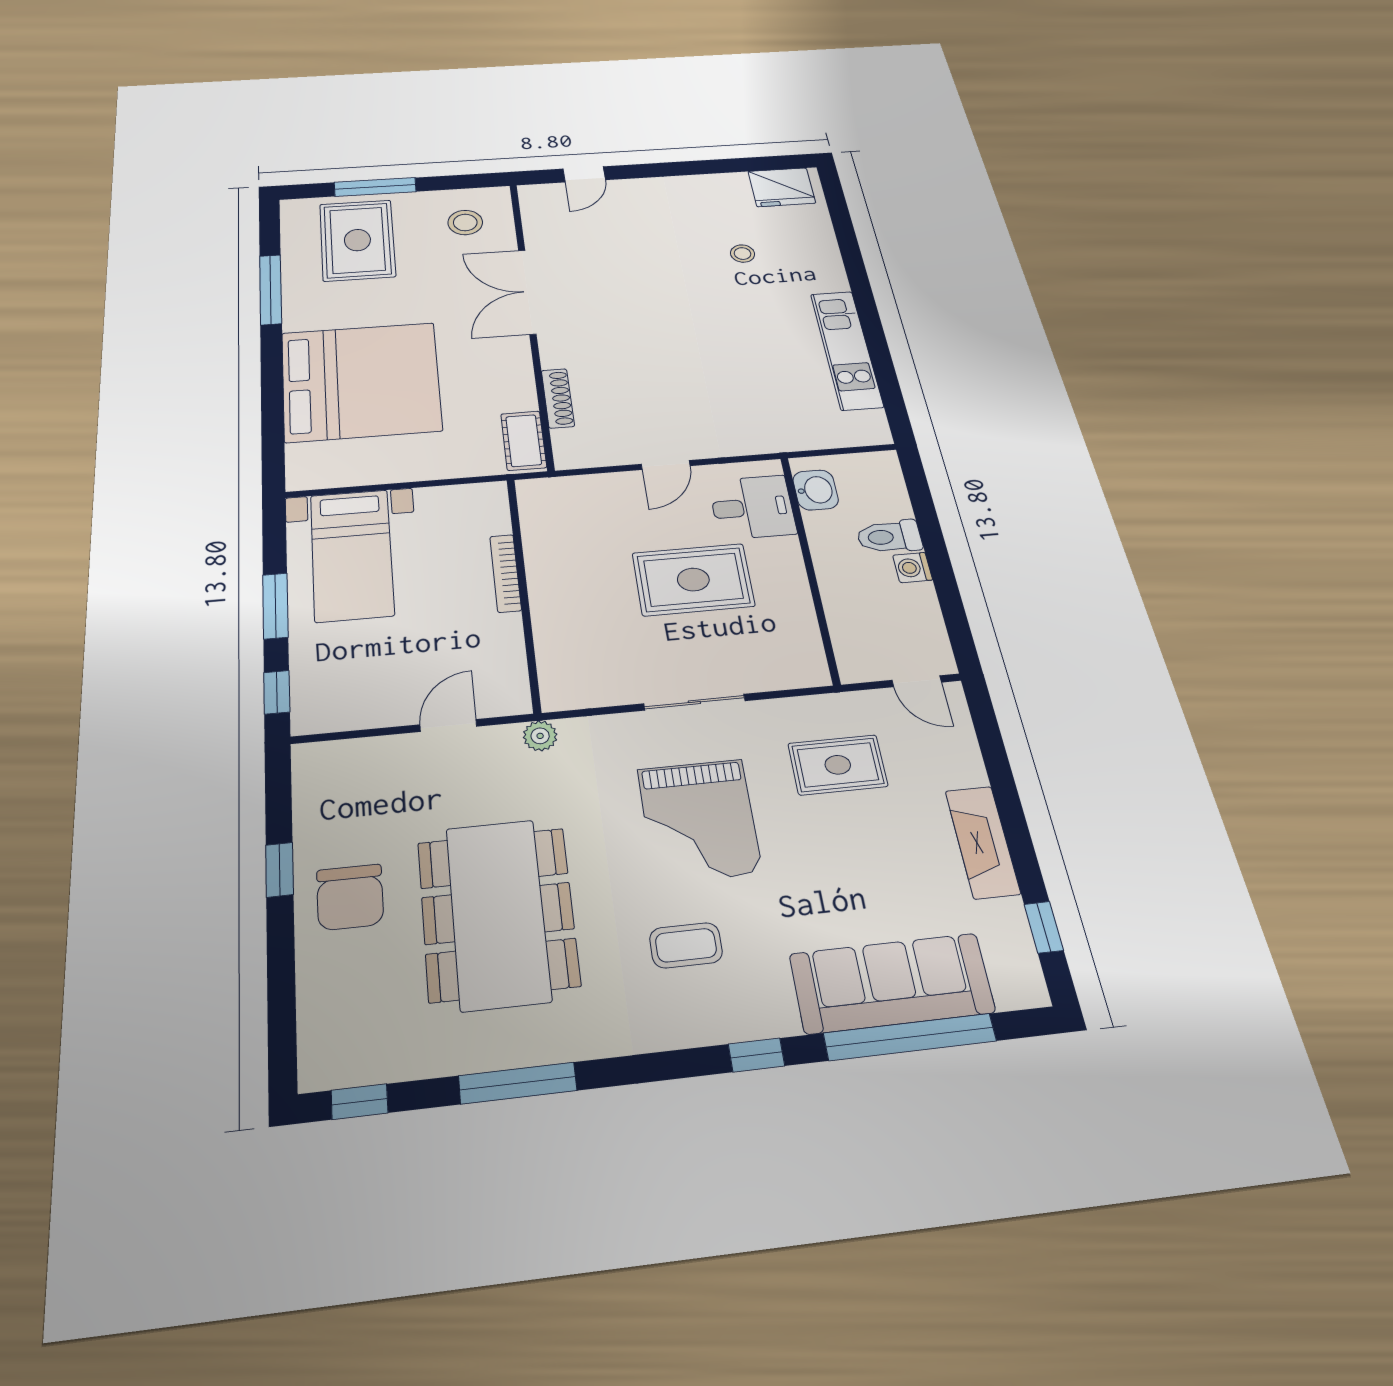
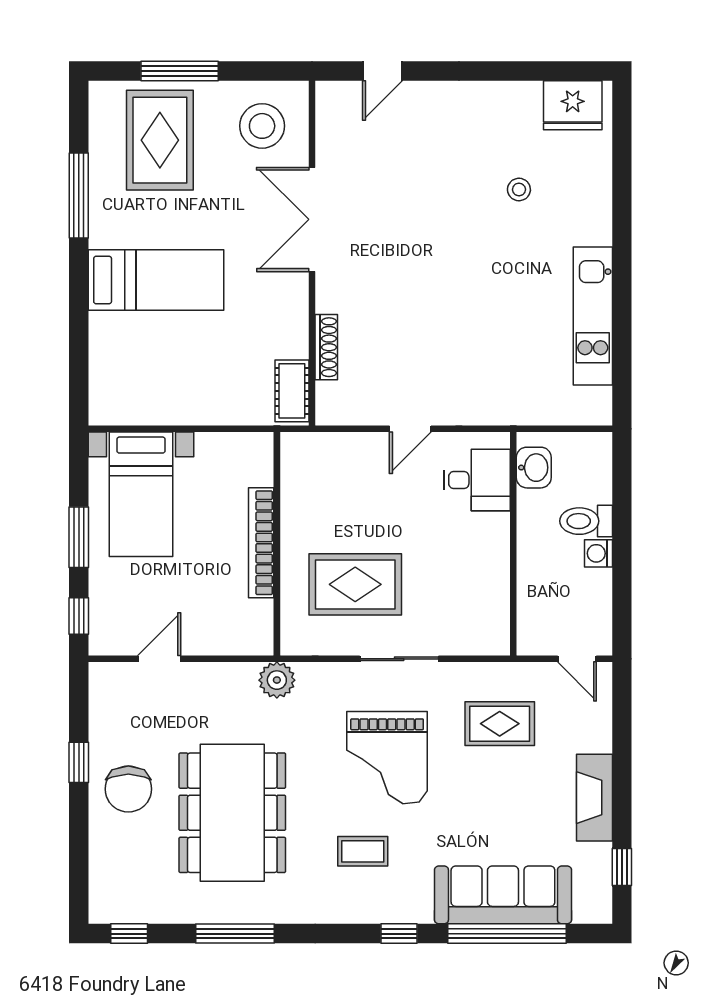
stool: (465, 222) -> (262, 126), width x1.38, depth x1.38
bed: (361, 381) -> (156, 280), width x0.49
bookcase: (506, 573) -> (261, 543), width x1.48, depth x1.31
rug: (693, 580) -> (355, 584), moved
door: (448, 725) -> (159, 659), moved
plant: (540, 736) -> (277, 680), width x1.38, depth x1.38

